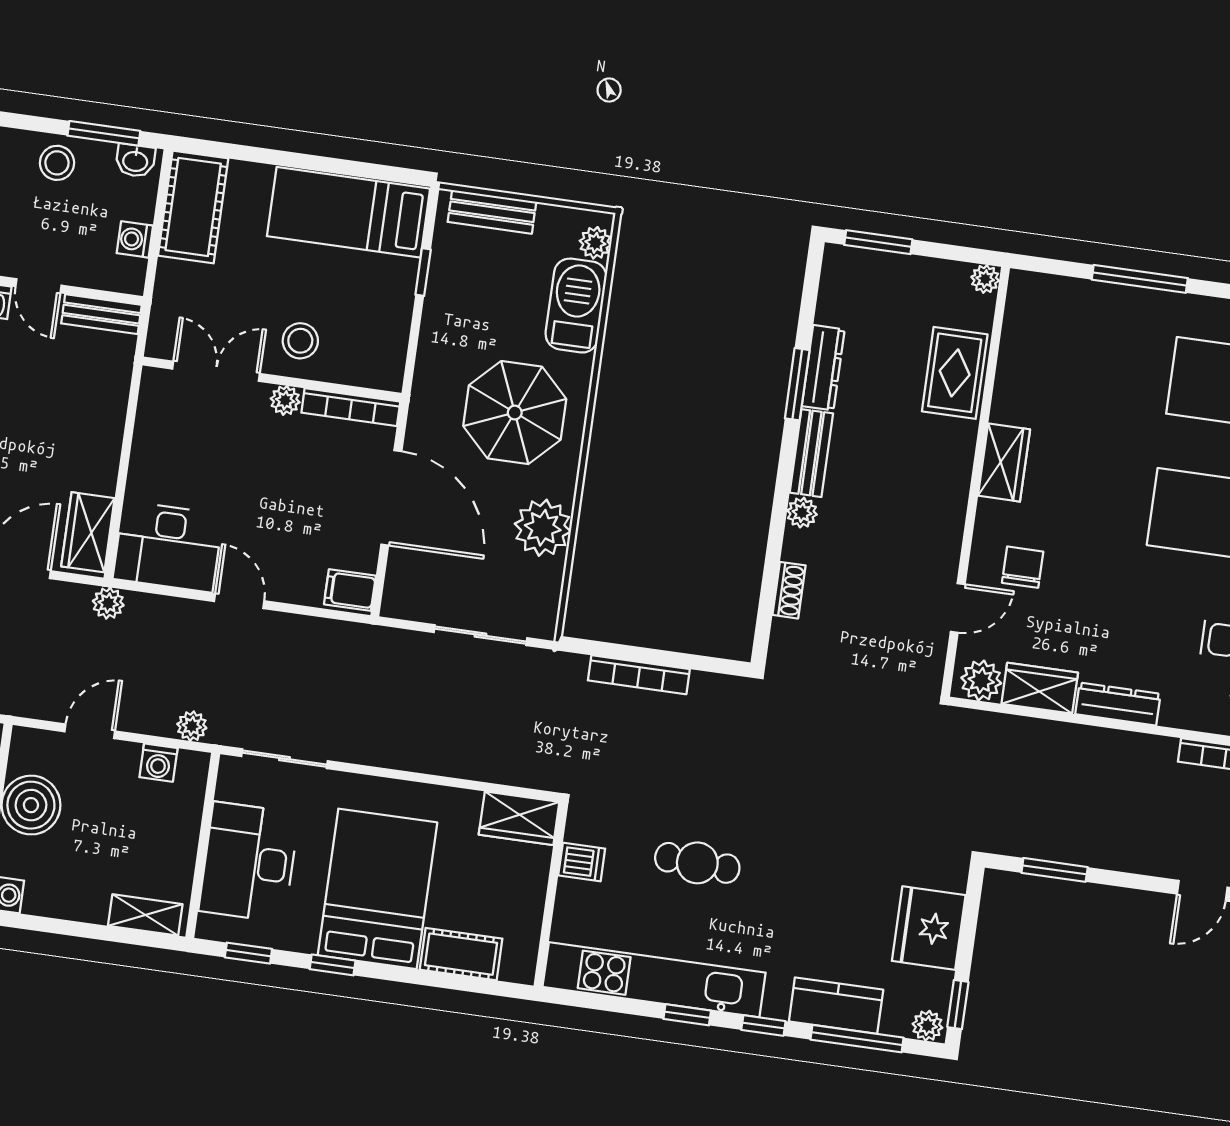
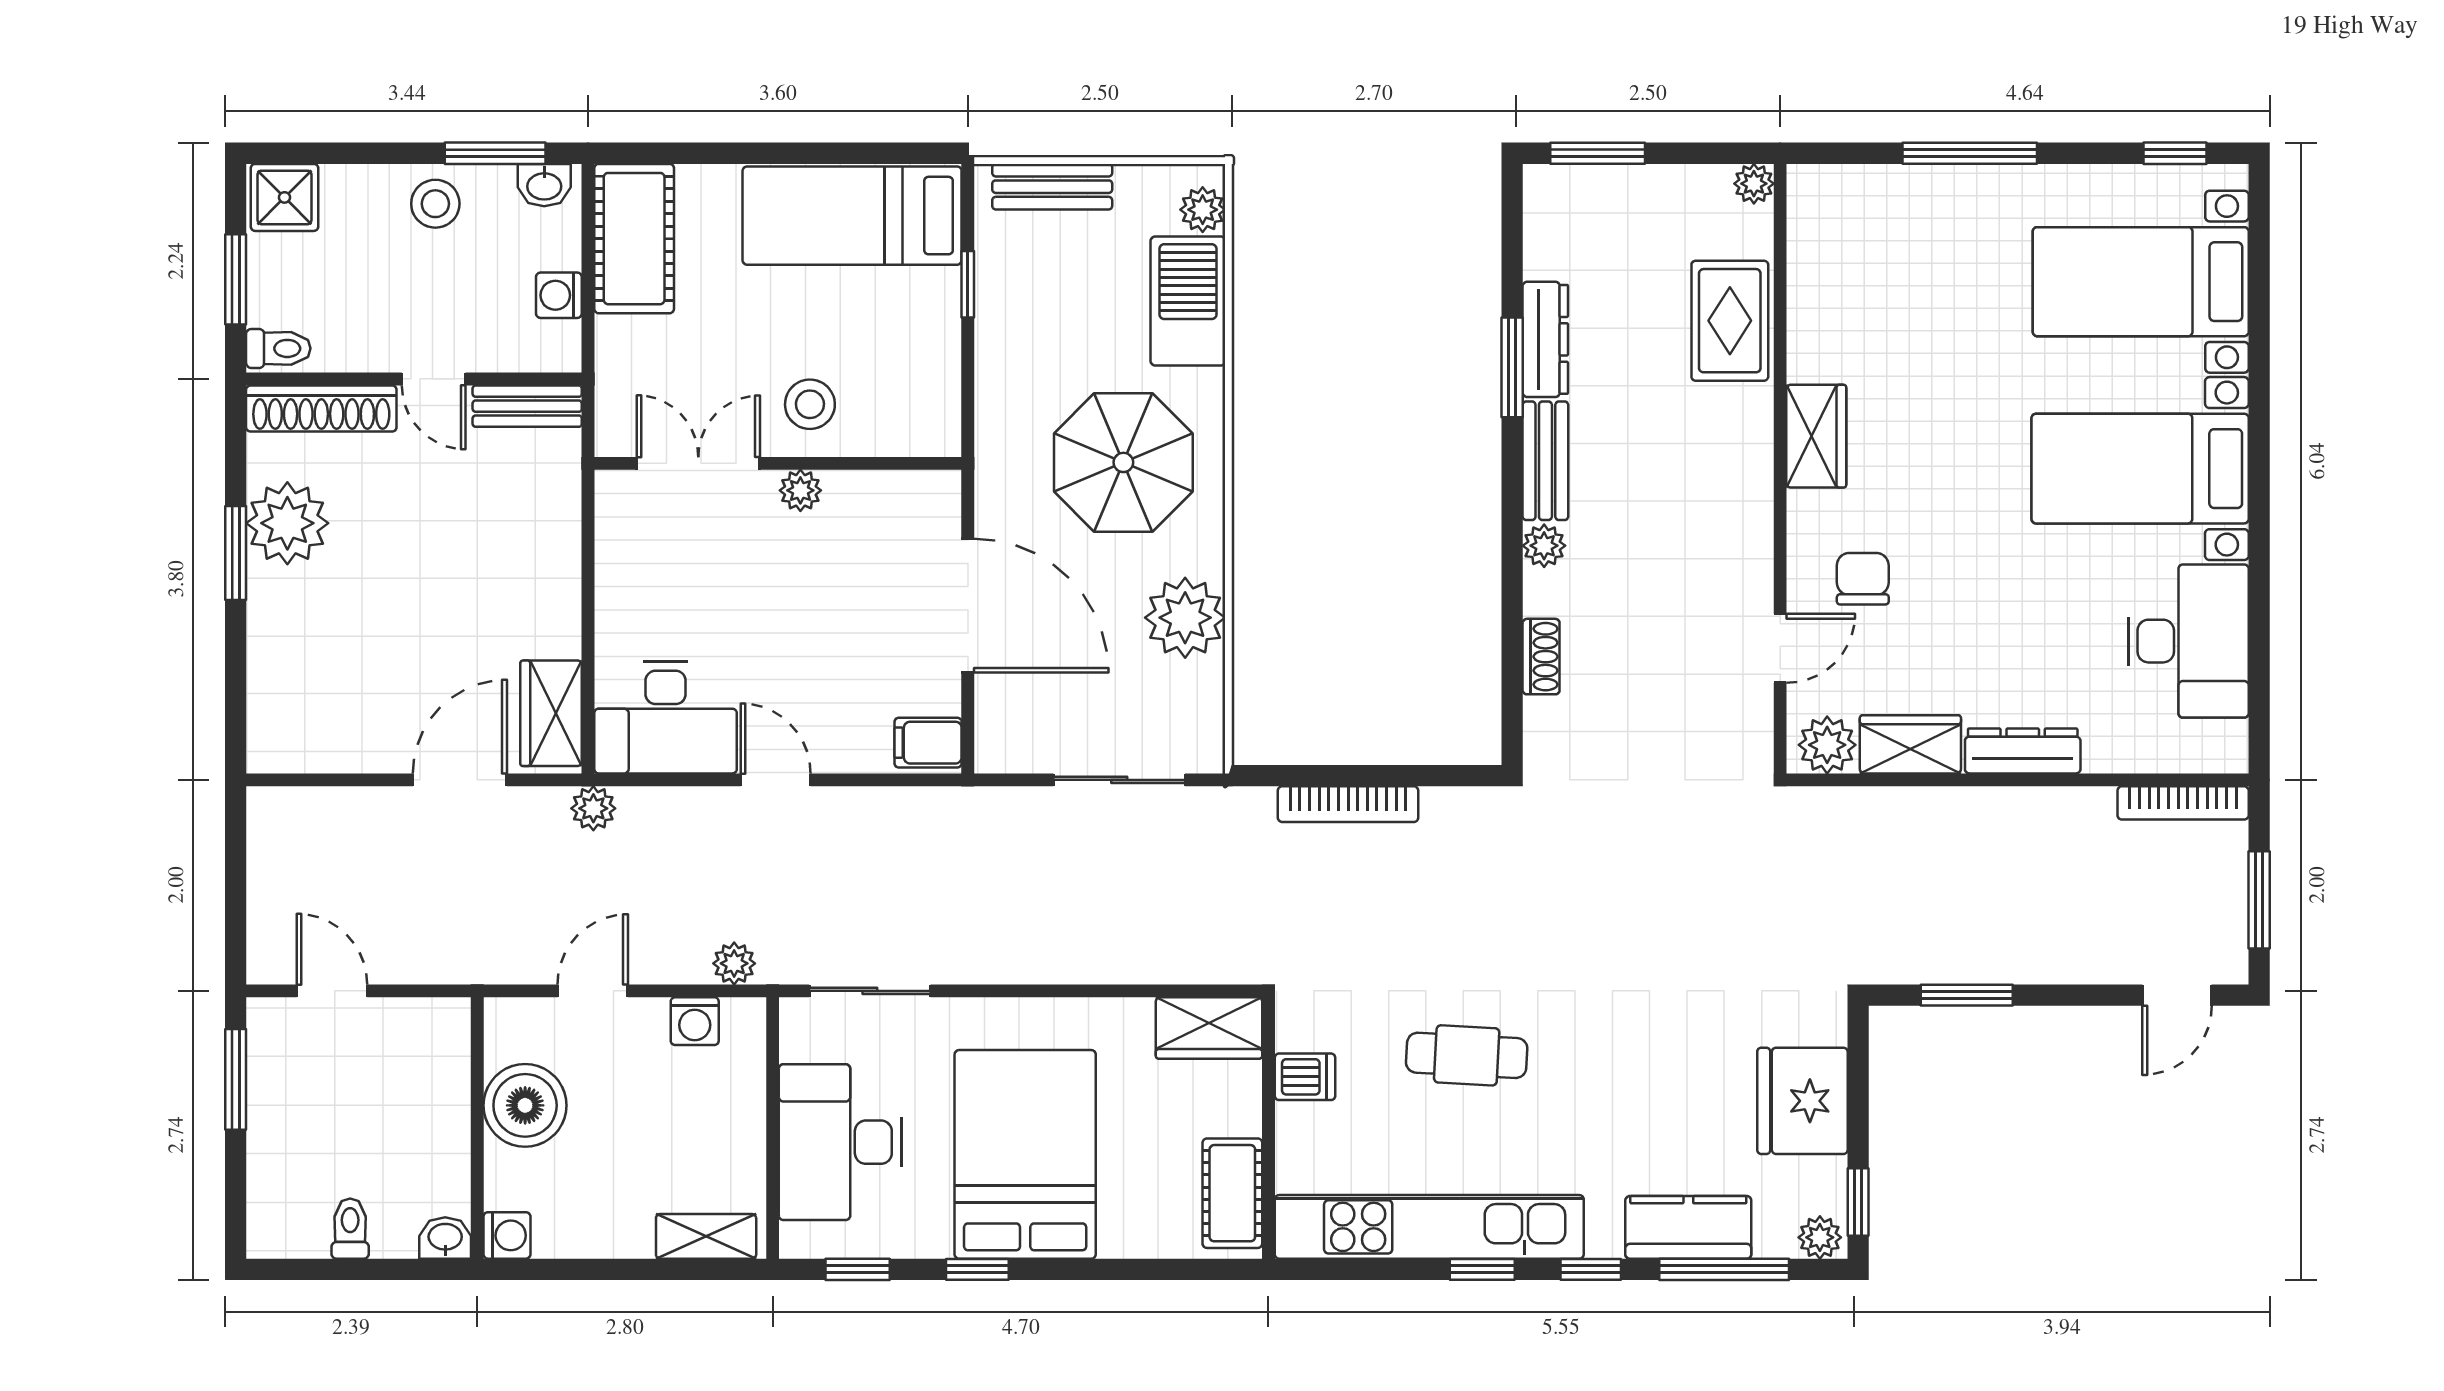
bookcase: (351, 407) -> (893, 487), removed
cot: (461, 954) -> (1232, 1193), moved, turned 90

